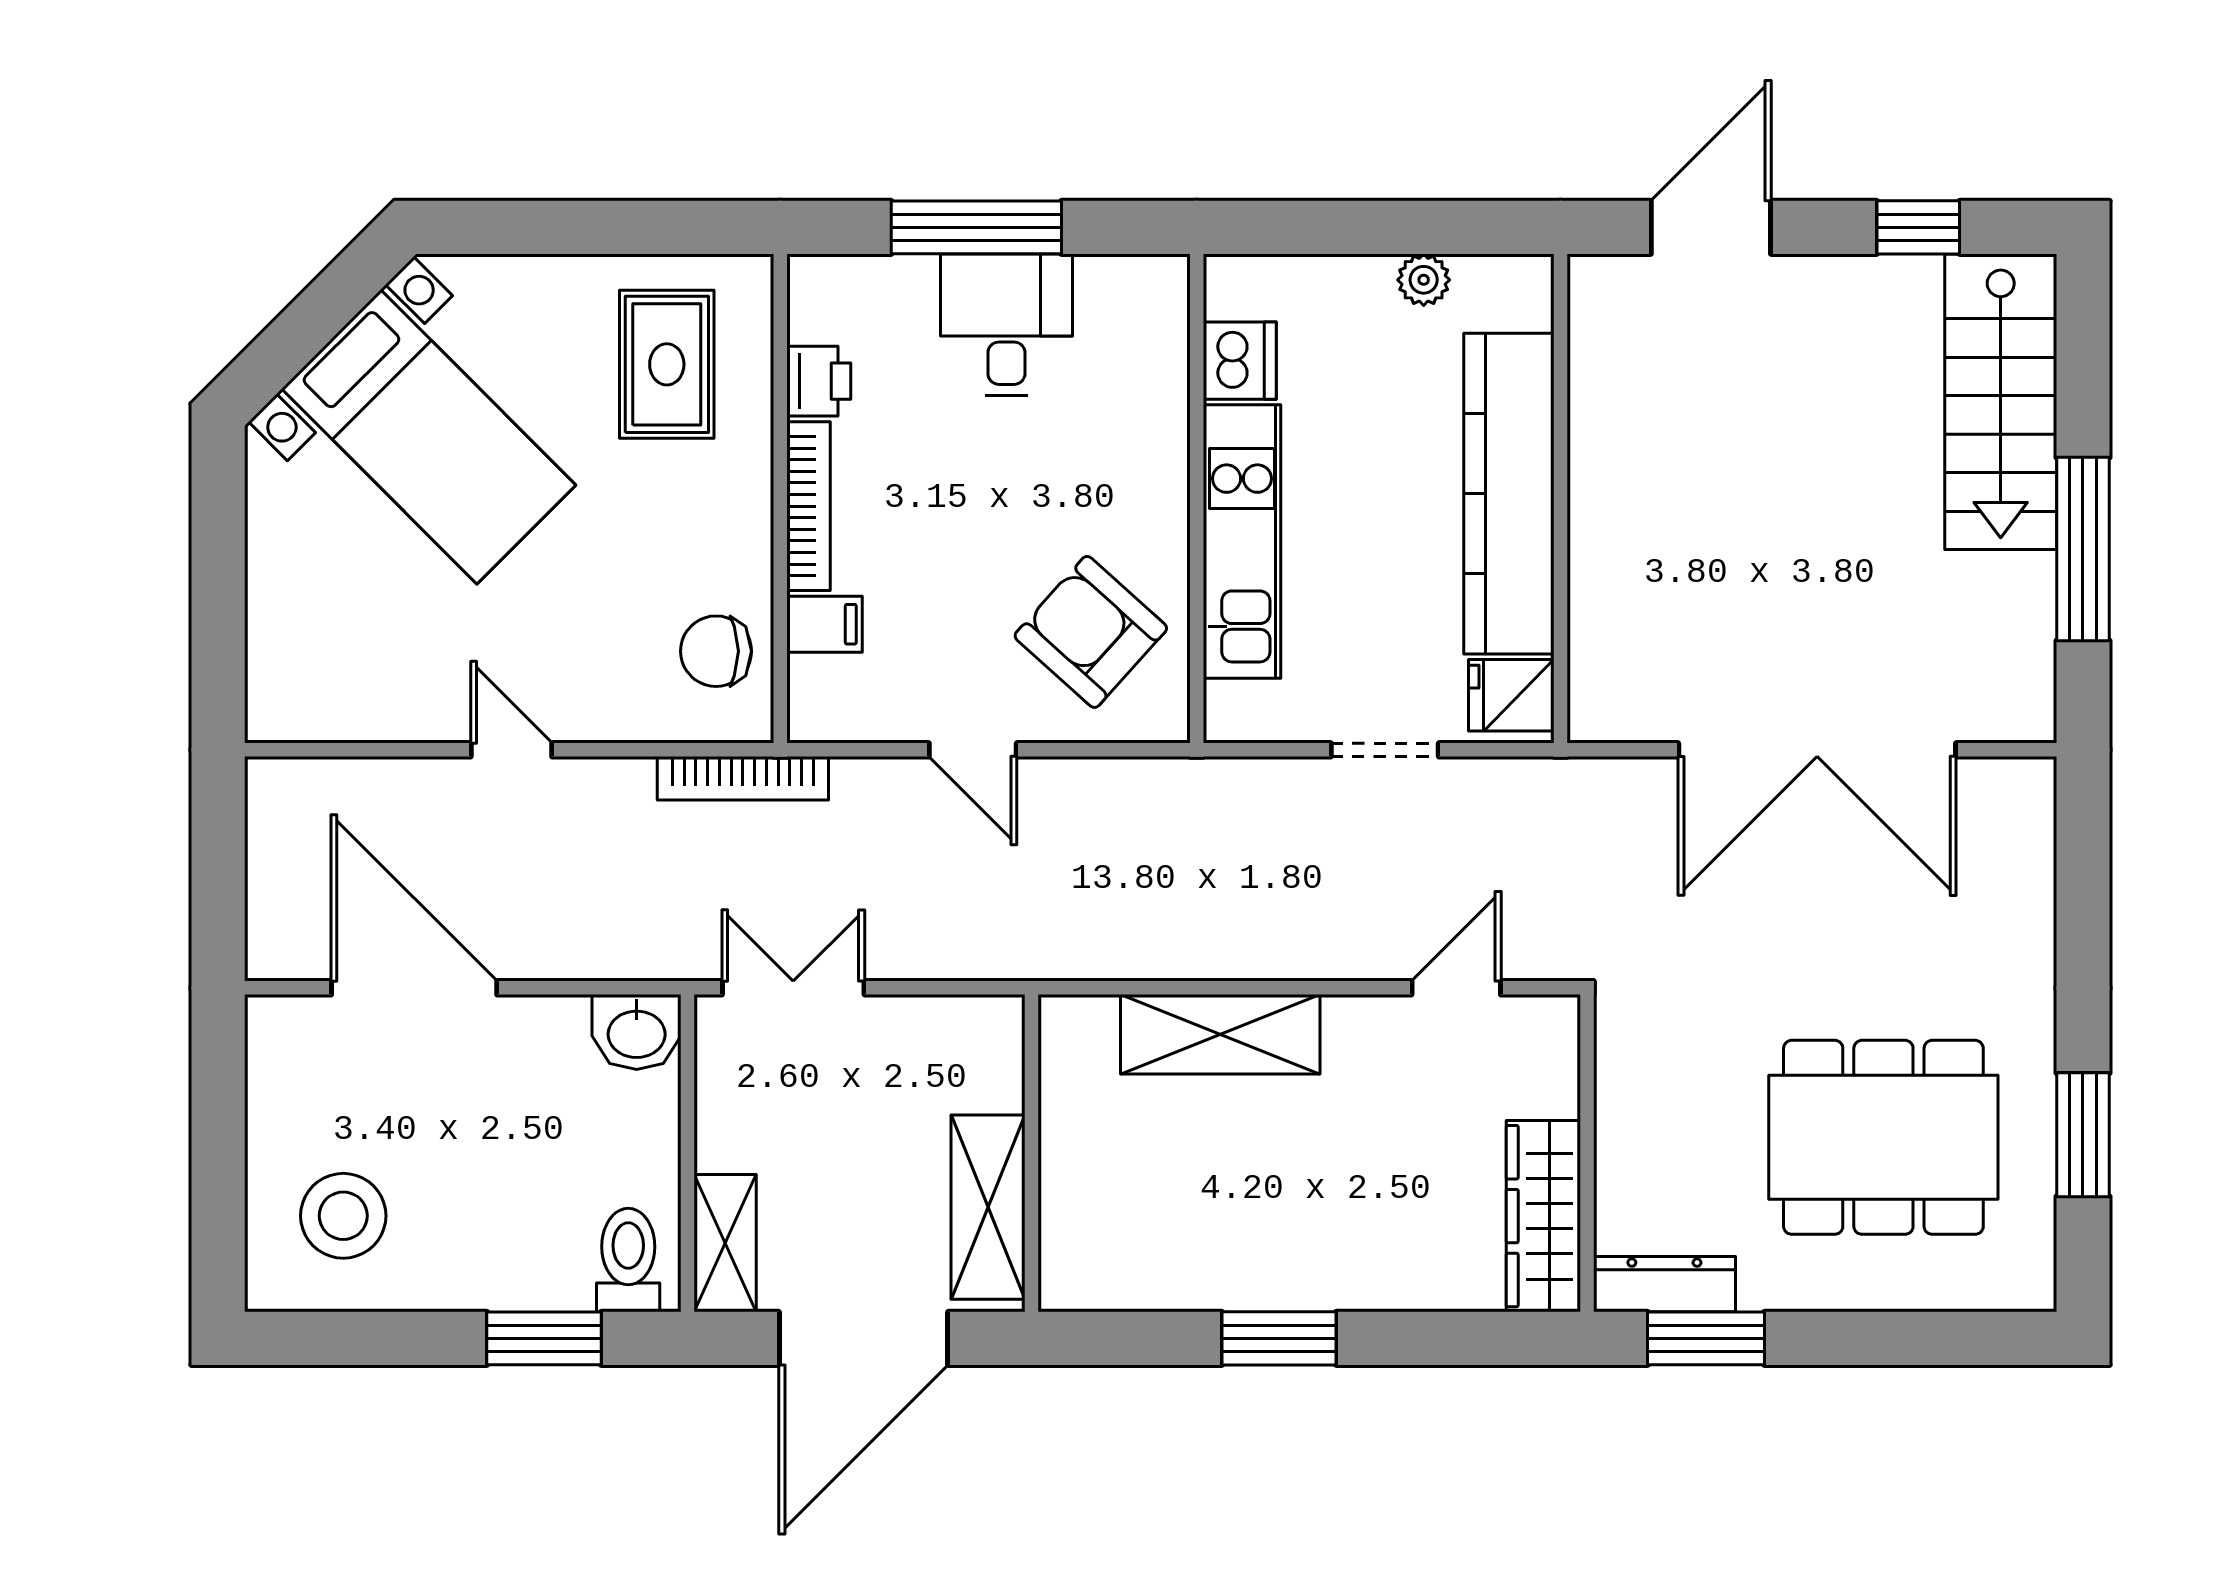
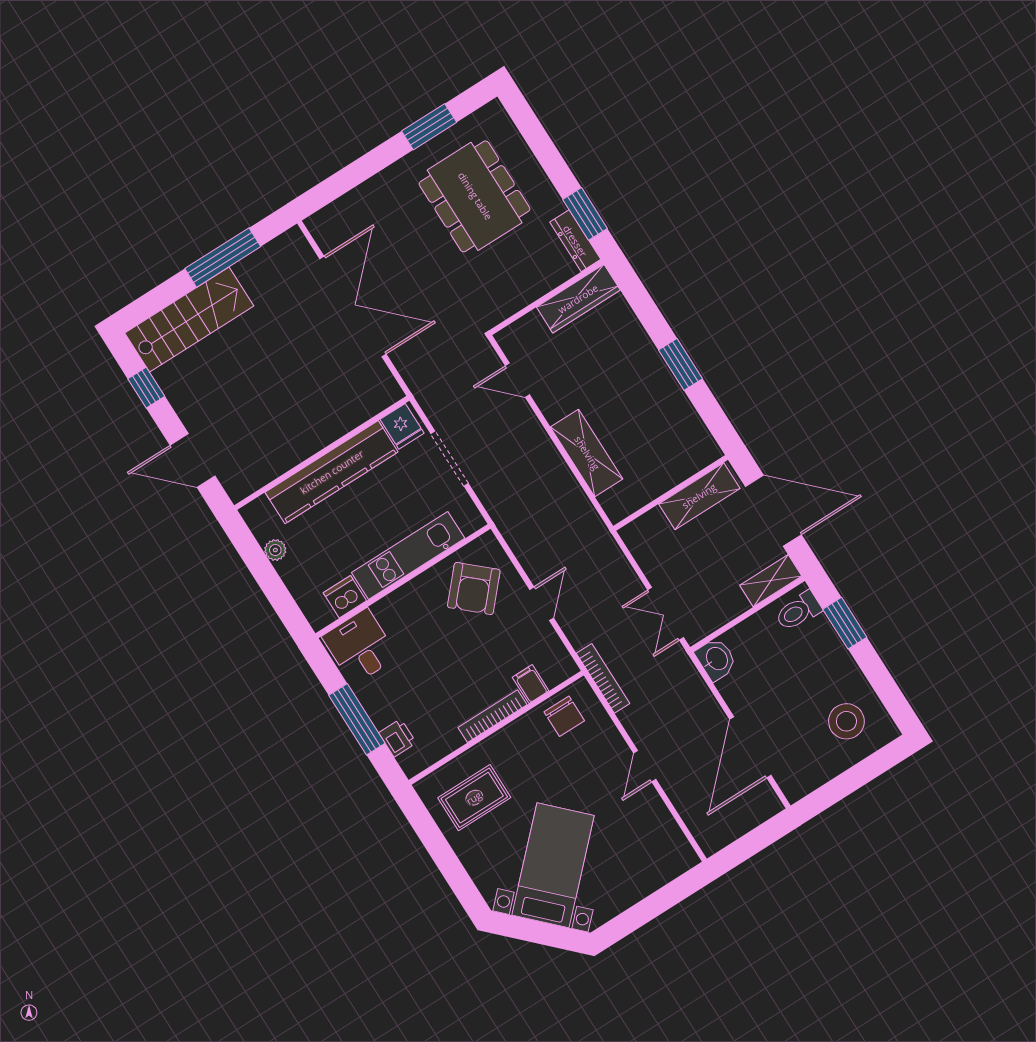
desk: (1006, 325) -> (360, 647), moved, turned 90
printer: (819, 381) -> (397, 738), moved, turned 90
doorway: (1385, 750) -> (450, 459), width x1.38

